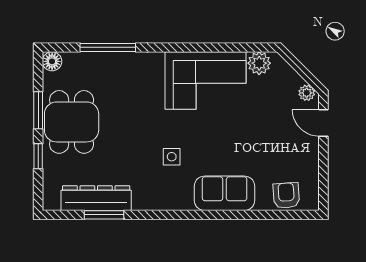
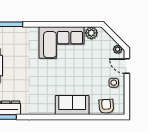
side table: (172, 157) -> (114, 83), moved

